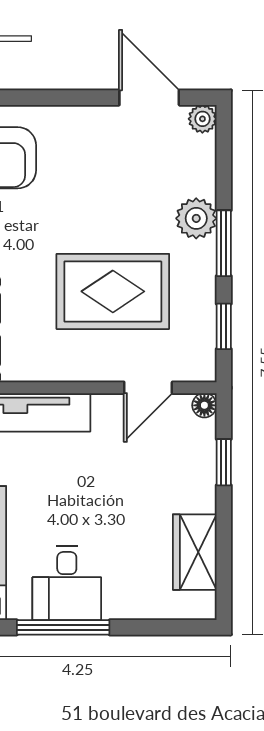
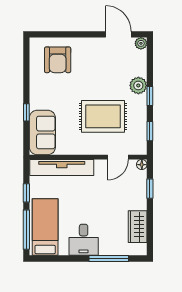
window: (224, 243) -> (150, 96), width x0.67
window: (63, 627) -> (109, 259), moved

